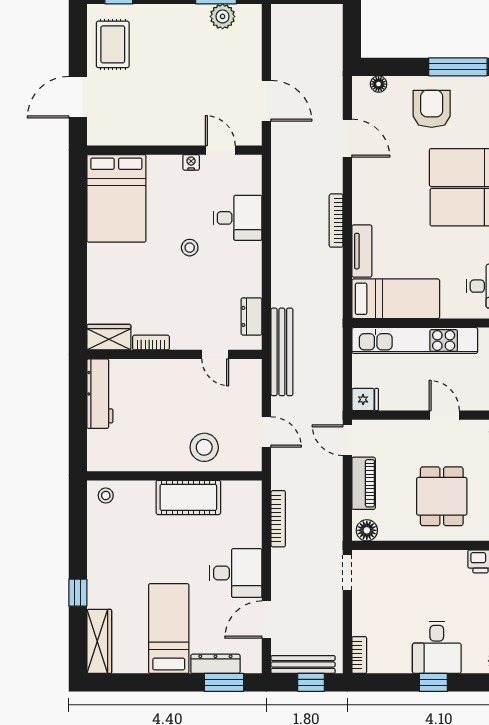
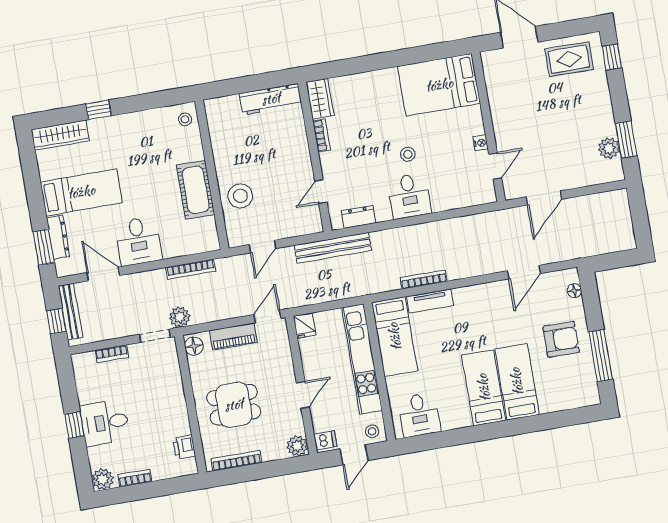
desk: (238, 218) -> (409, 196), moved
bookcase: (336, 221) -> (424, 280), moved
plant: (331, 541) -> (180, 317), added
bookcase: (359, 655) -> (112, 354), moved

